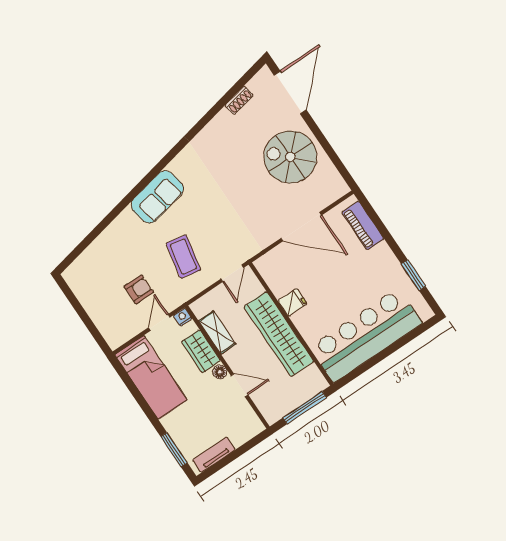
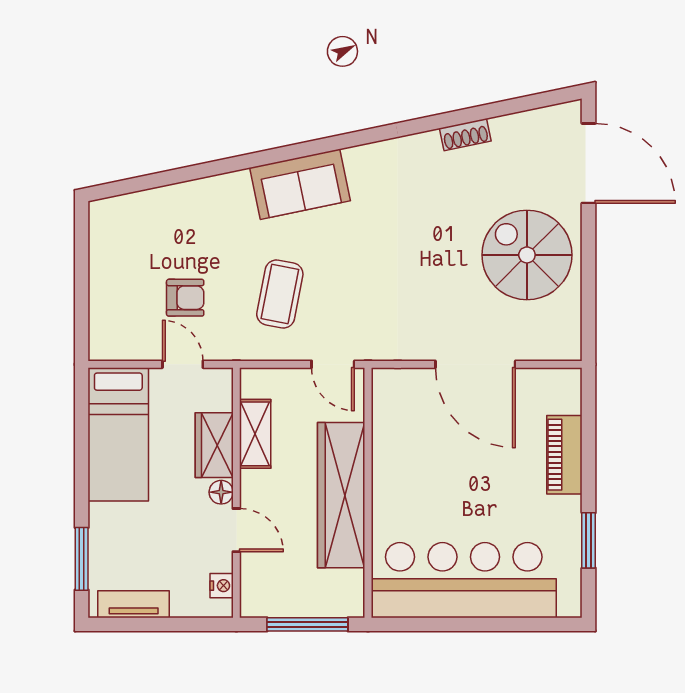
door: (290, 93) -> (589, 163), hinge flipped
shoe rack: (239, 100) -> (465, 135), moved
piano: (363, 226) -> (564, 455), moved
door: (232, 273) -> (333, 364), hinge flipped
fridge: (292, 302) -> (391, 463), removed
nightstand: (183, 317) -> (222, 586), moved, turned 90
door: (159, 322) -> (183, 364), hinge flipped

